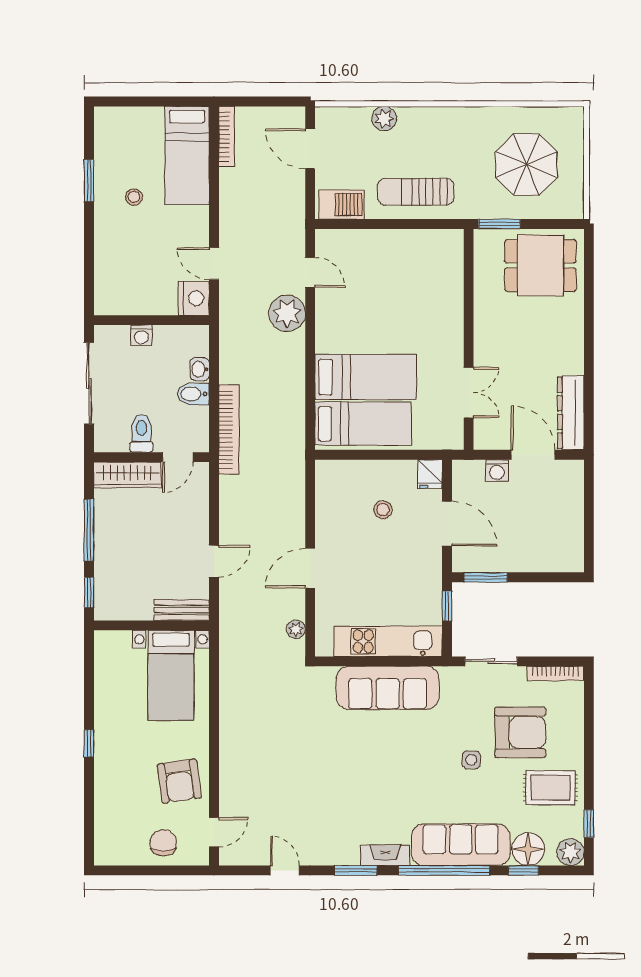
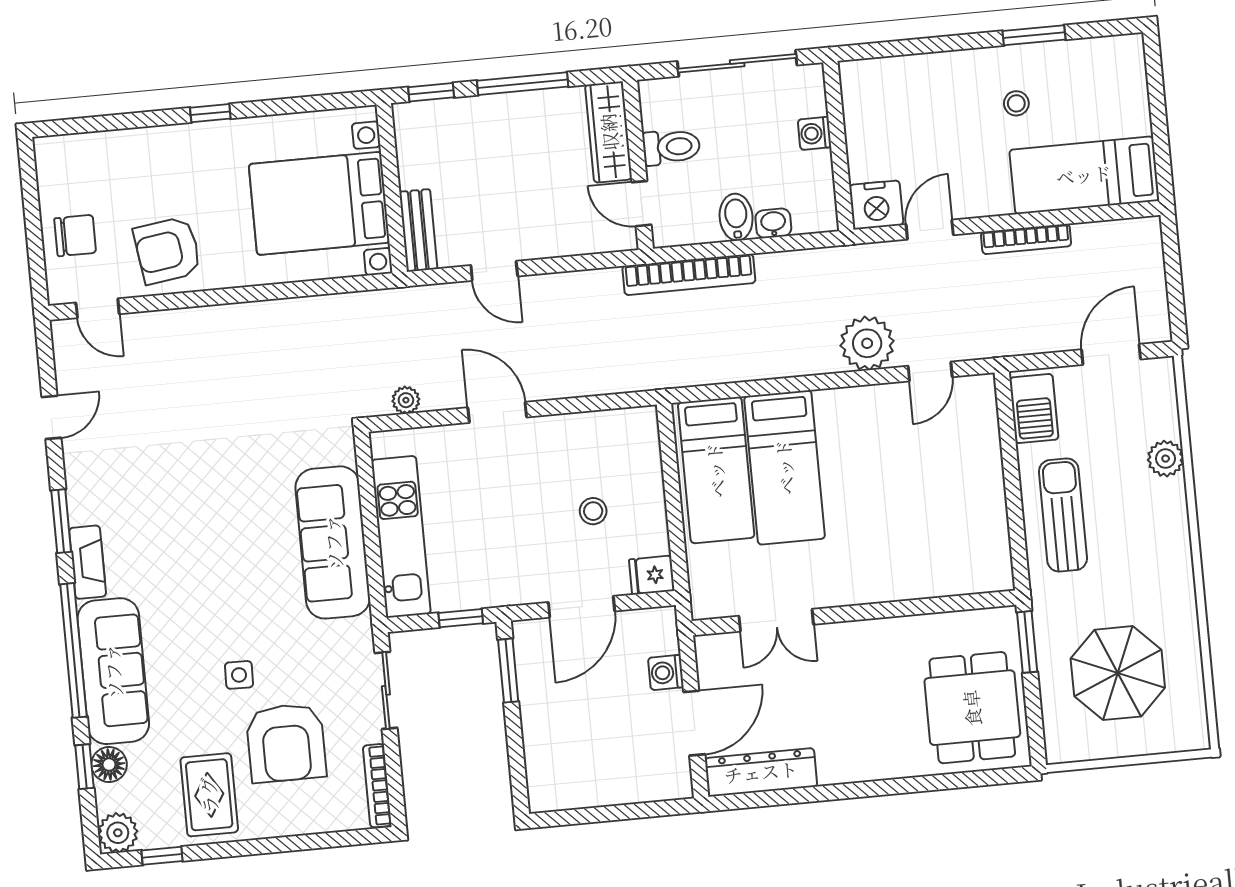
bookcase: (227, 137) -> (1026, 239), moved
bed with nightstands: (171, 675) -> (319, 203), width x1.36
floor lamp: (528, 849) -> (109, 765), width x0.73, depth x0.73

